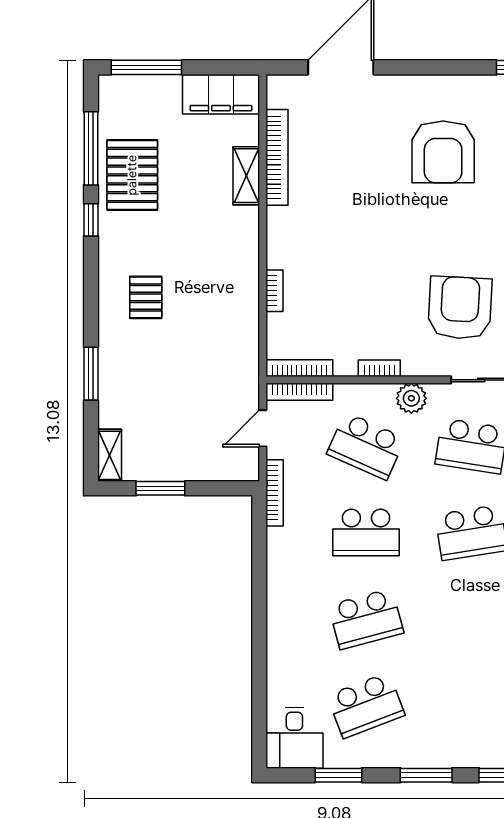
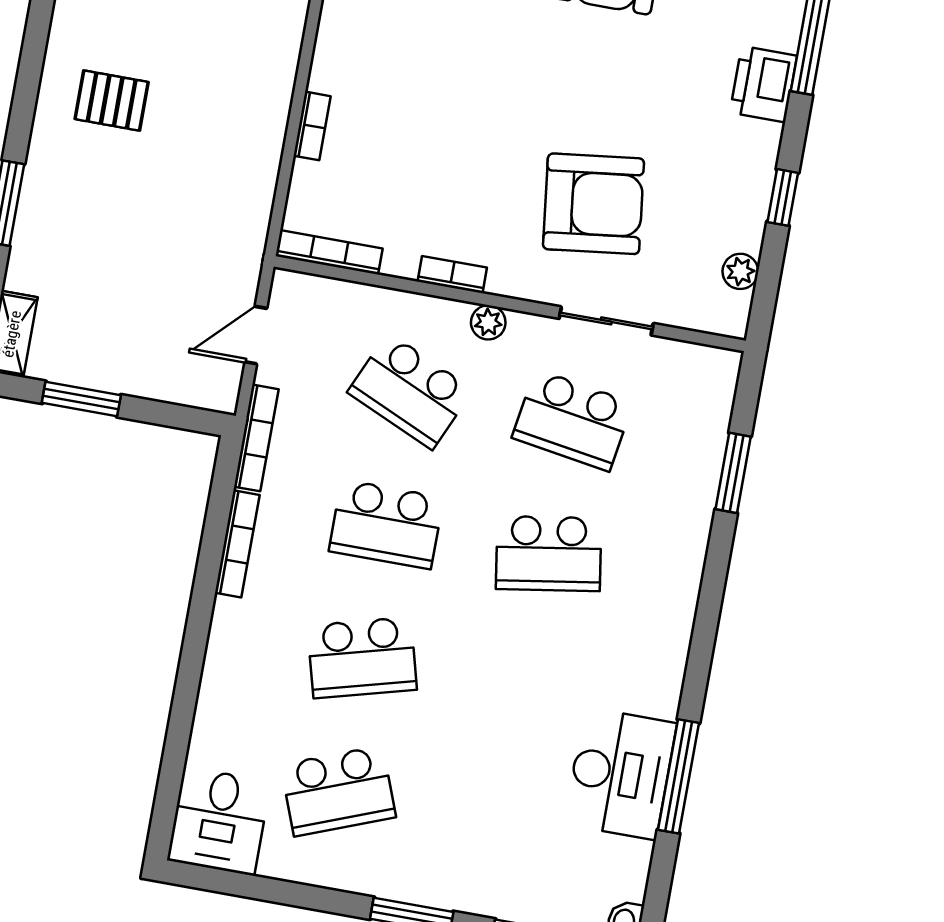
pallet: (146, 297) -> (112, 101), turned 90
armchair: (460, 308) -> (593, 204), turned 80
bookcase: (299, 392) -> (237, 544), moved, turned -90
plant: (411, 398) -> (488, 322), width x0.73, depth x0.73
window: (339, 775) -> (276, 891), removed

